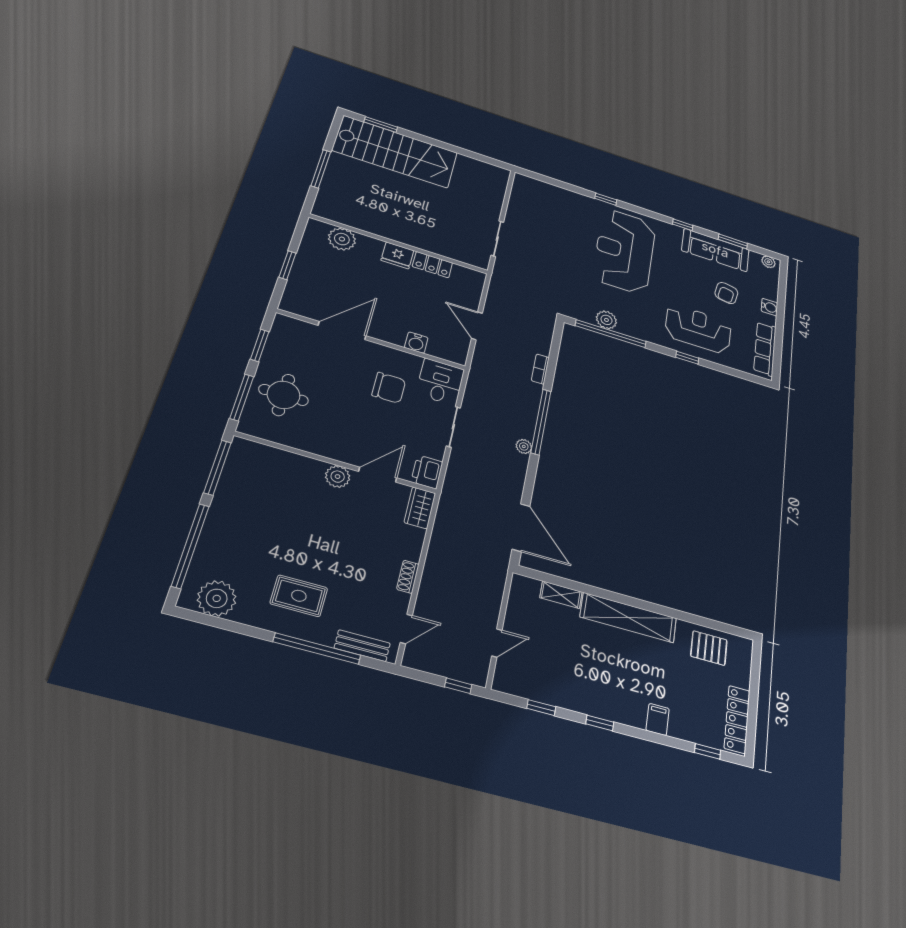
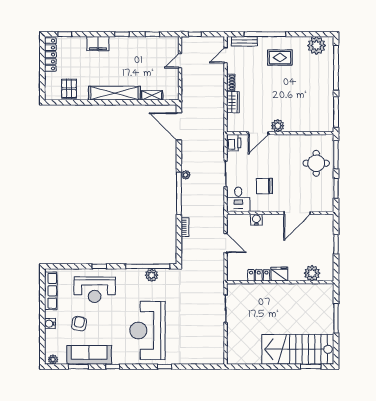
reception desk: (624, 251) -> (147, 330), turned 180
wardrobe: (420, 508) -> (233, 102), moved
pallet: (709, 648) -> (69, 89), turned 90
filing cabinet: (658, 719) -> (98, 44), width x2.00

